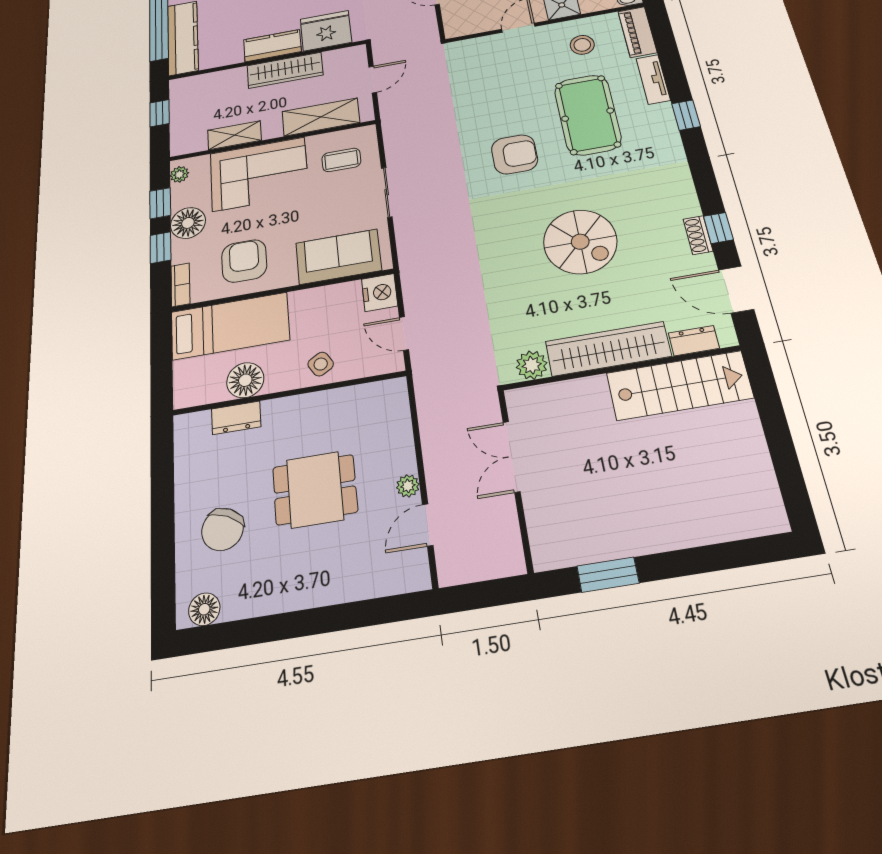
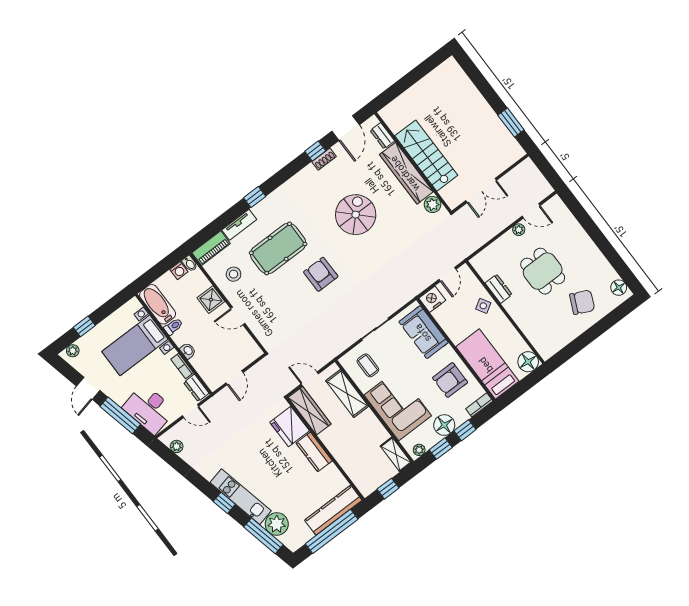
wardrobe: (285, 70) -> (310, 411), moved
shelving: (235, 135) -> (396, 454), moved
floor lamp: (245, 380) -> (528, 362), moved
stairs: (679, 385) -> (426, 156), moved
dresser: (236, 418) -> (499, 289), moved

